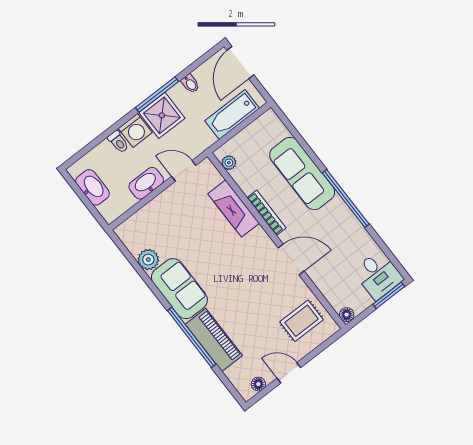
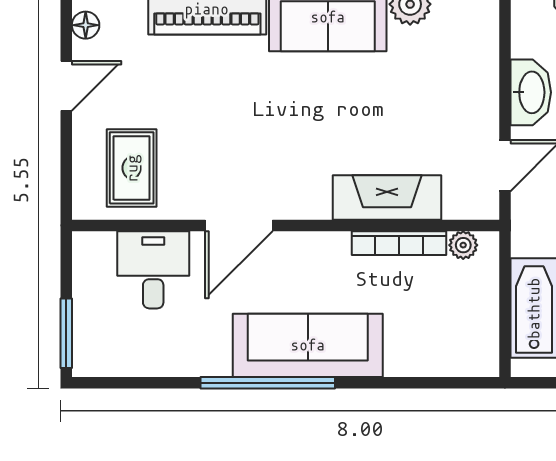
sofa: (302, 174) -> (308, 345), moved
bookcase: (266, 213) -> (399, 243), moved
desk: (378, 275) -> (153, 270), moved, turned 90
floor lamp: (347, 315) -> (87, 245), removed

